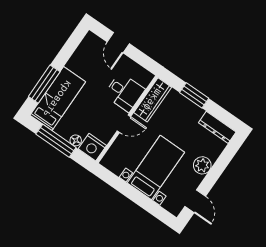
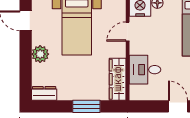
door: (124, 124) -> (128, 32), moved
dresser: (217, 127) -> (44, 93), width x0.70

